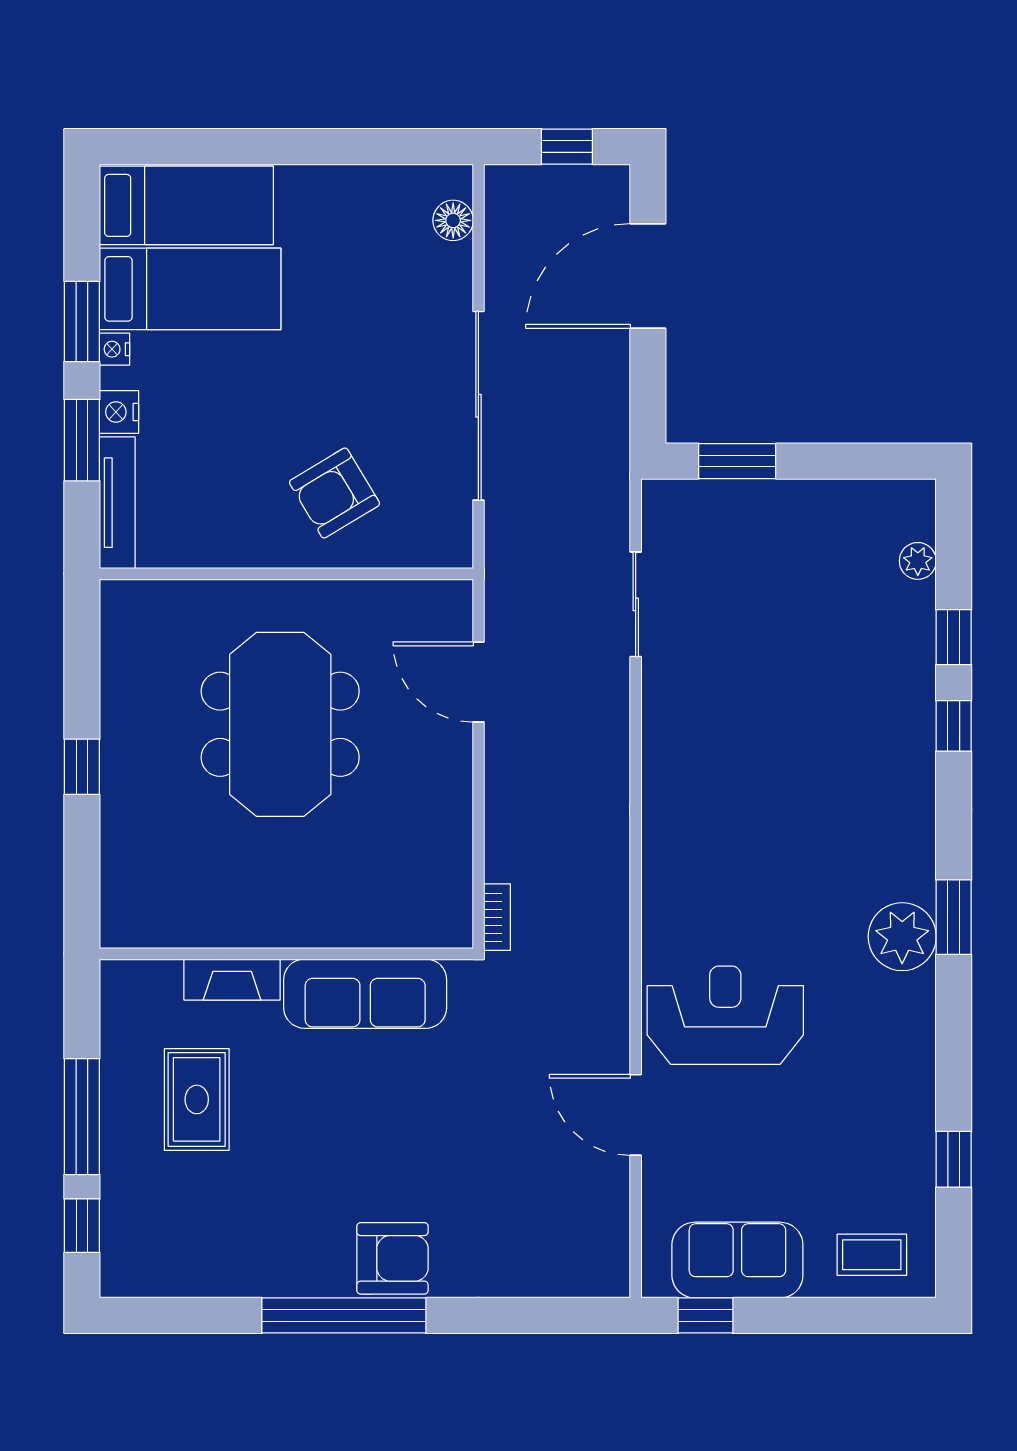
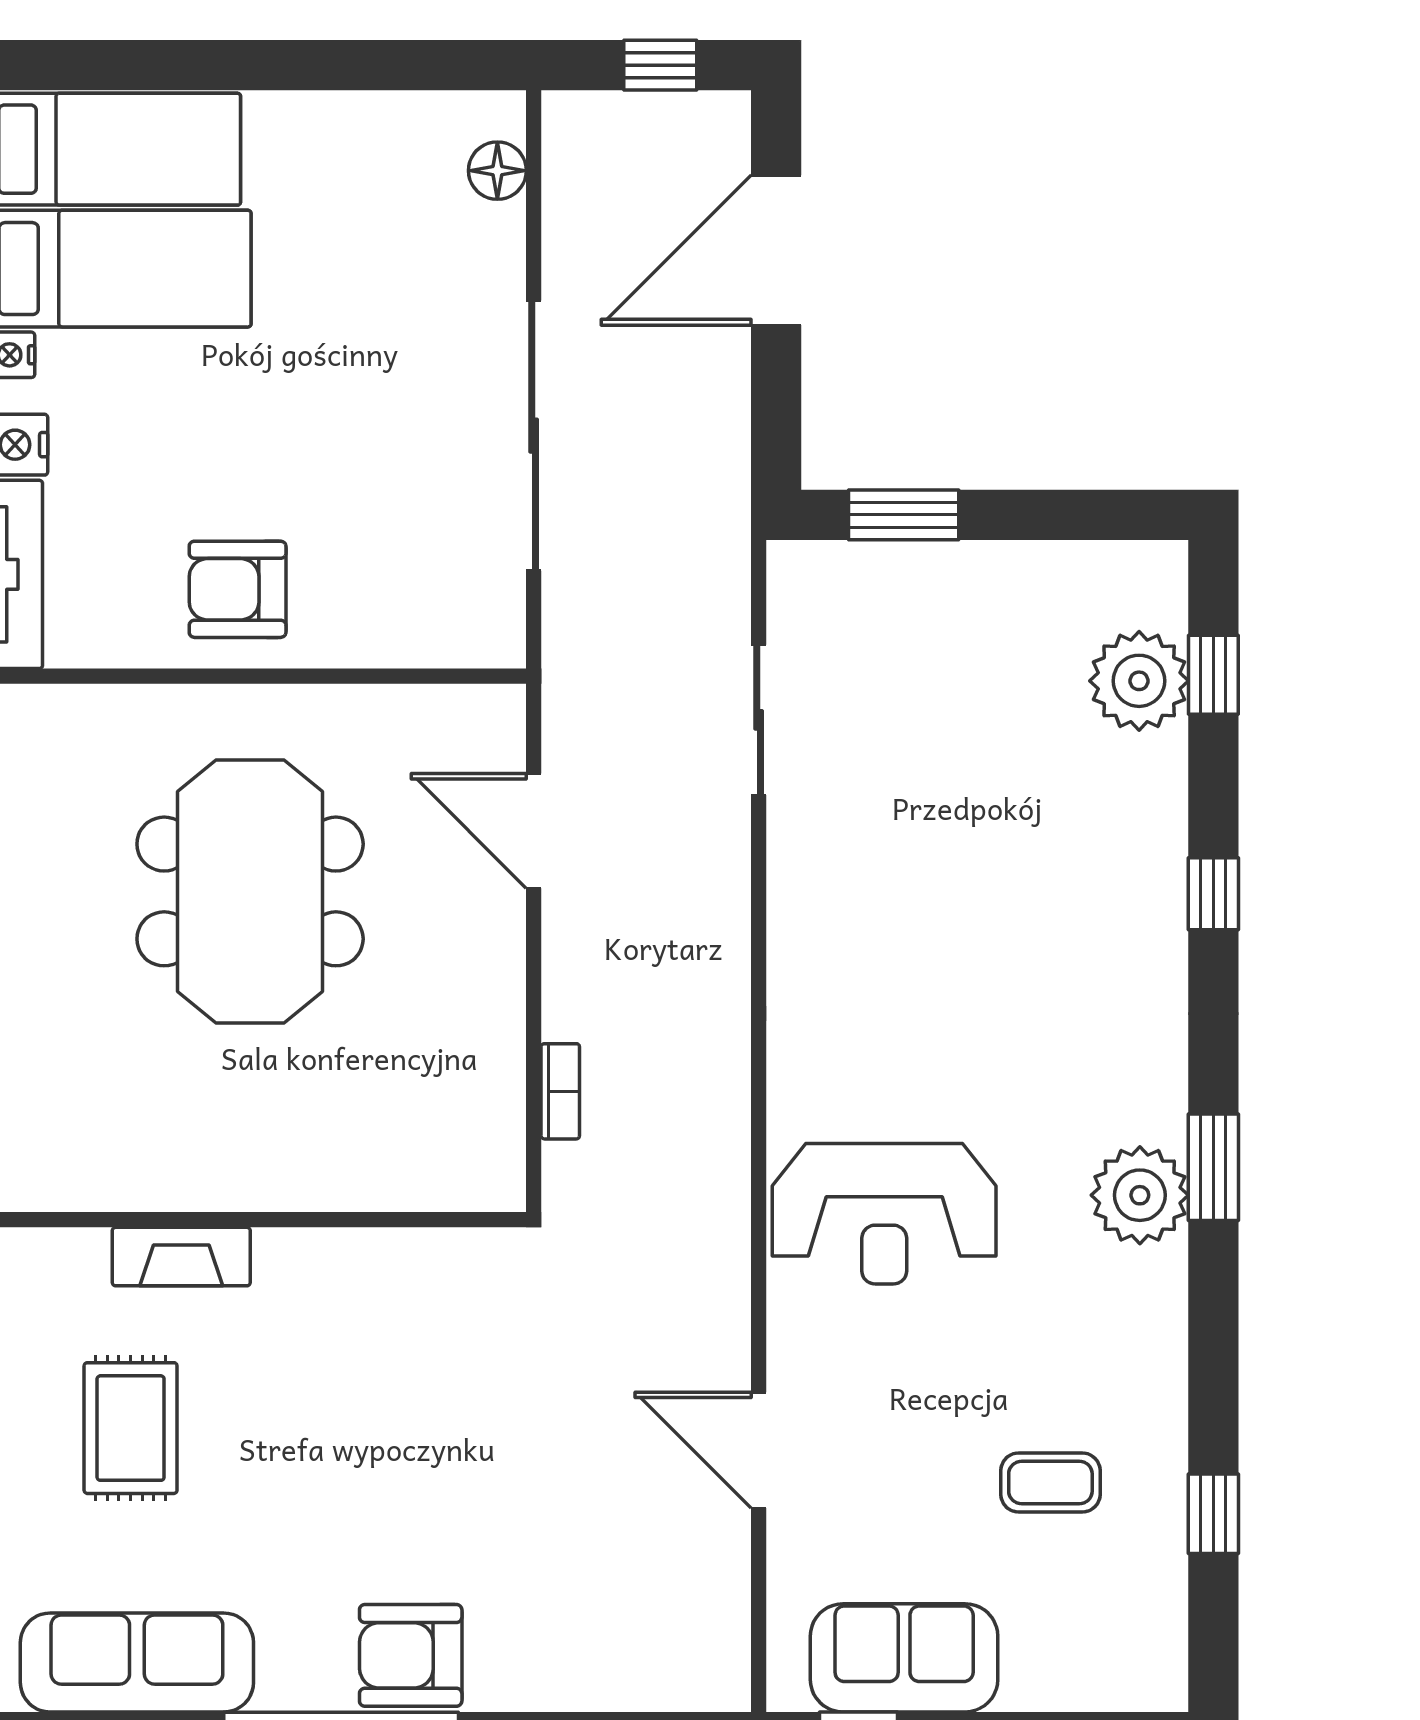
armchair: (334, 493) -> (238, 589), moved, turned 31
plant: (918, 561) -> (1139, 681), width x1.87, depth x1.87
window: (954, 637) -> (1213, 675), moved
bookcase: (497, 917) -> (560, 1091), moved
sofa: (365, 994) -> (137, 1662), moved, turned 180
reception desk: (725, 1015) -> (884, 1214), moved, turned 180
coffee table: (872, 1255) -> (1050, 1482), moved
armchair: (392, 1258) -> (411, 1655), turned 180

